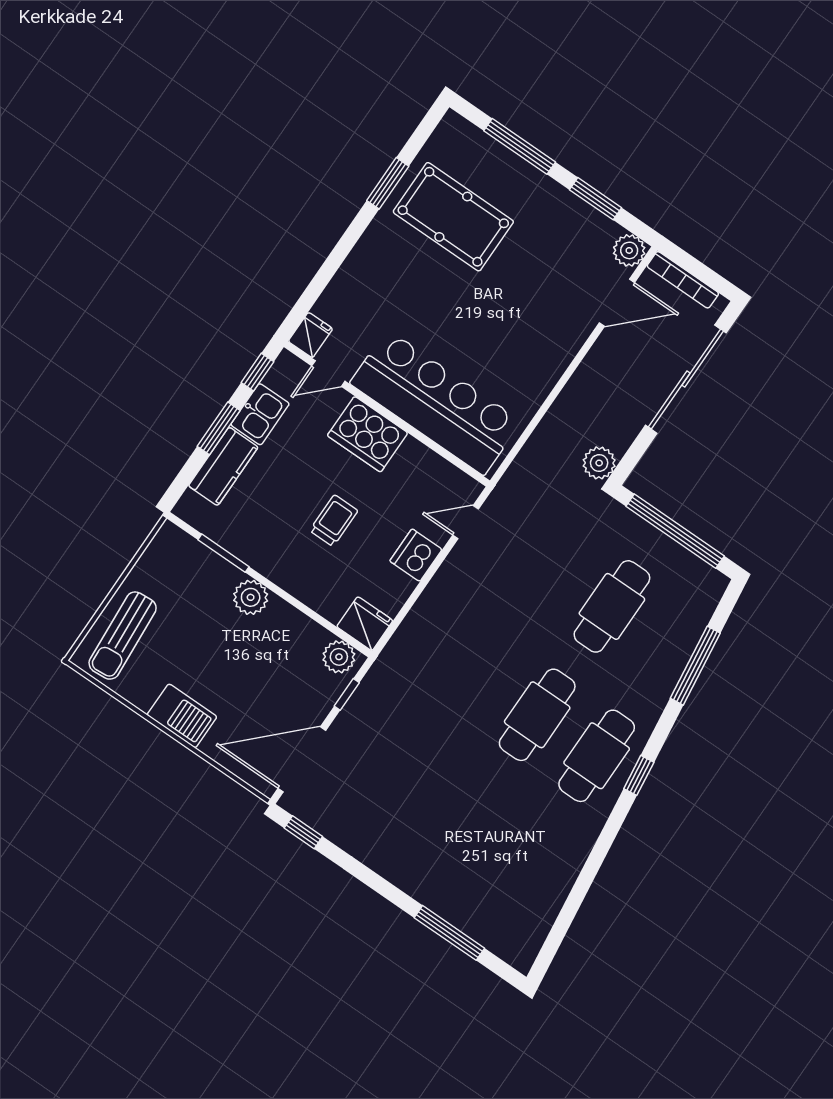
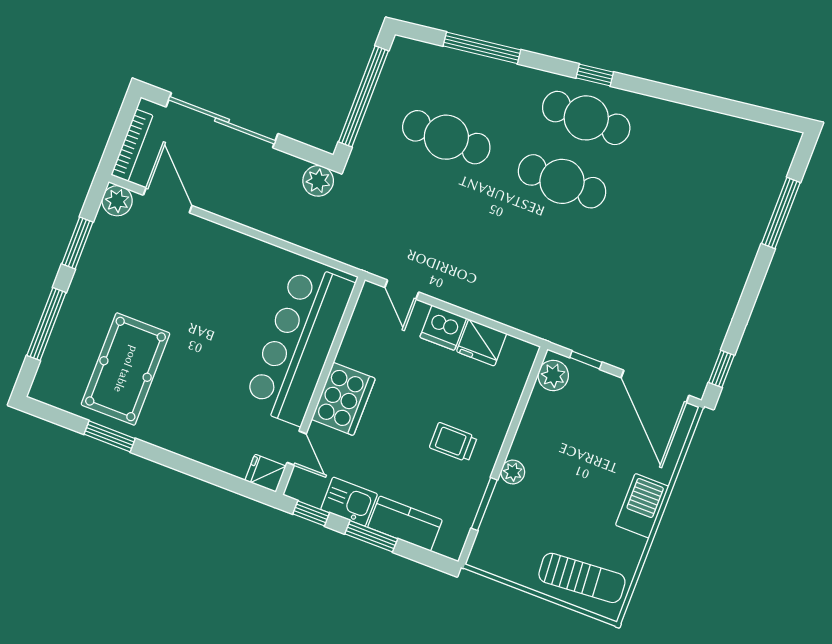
trolley: (334, 521) -> (453, 442), moved
plant: (251, 597) -> (513, 472), width x0.73, depth x0.73
fridge: (365, 624) -> (482, 343), moved, turned -90

